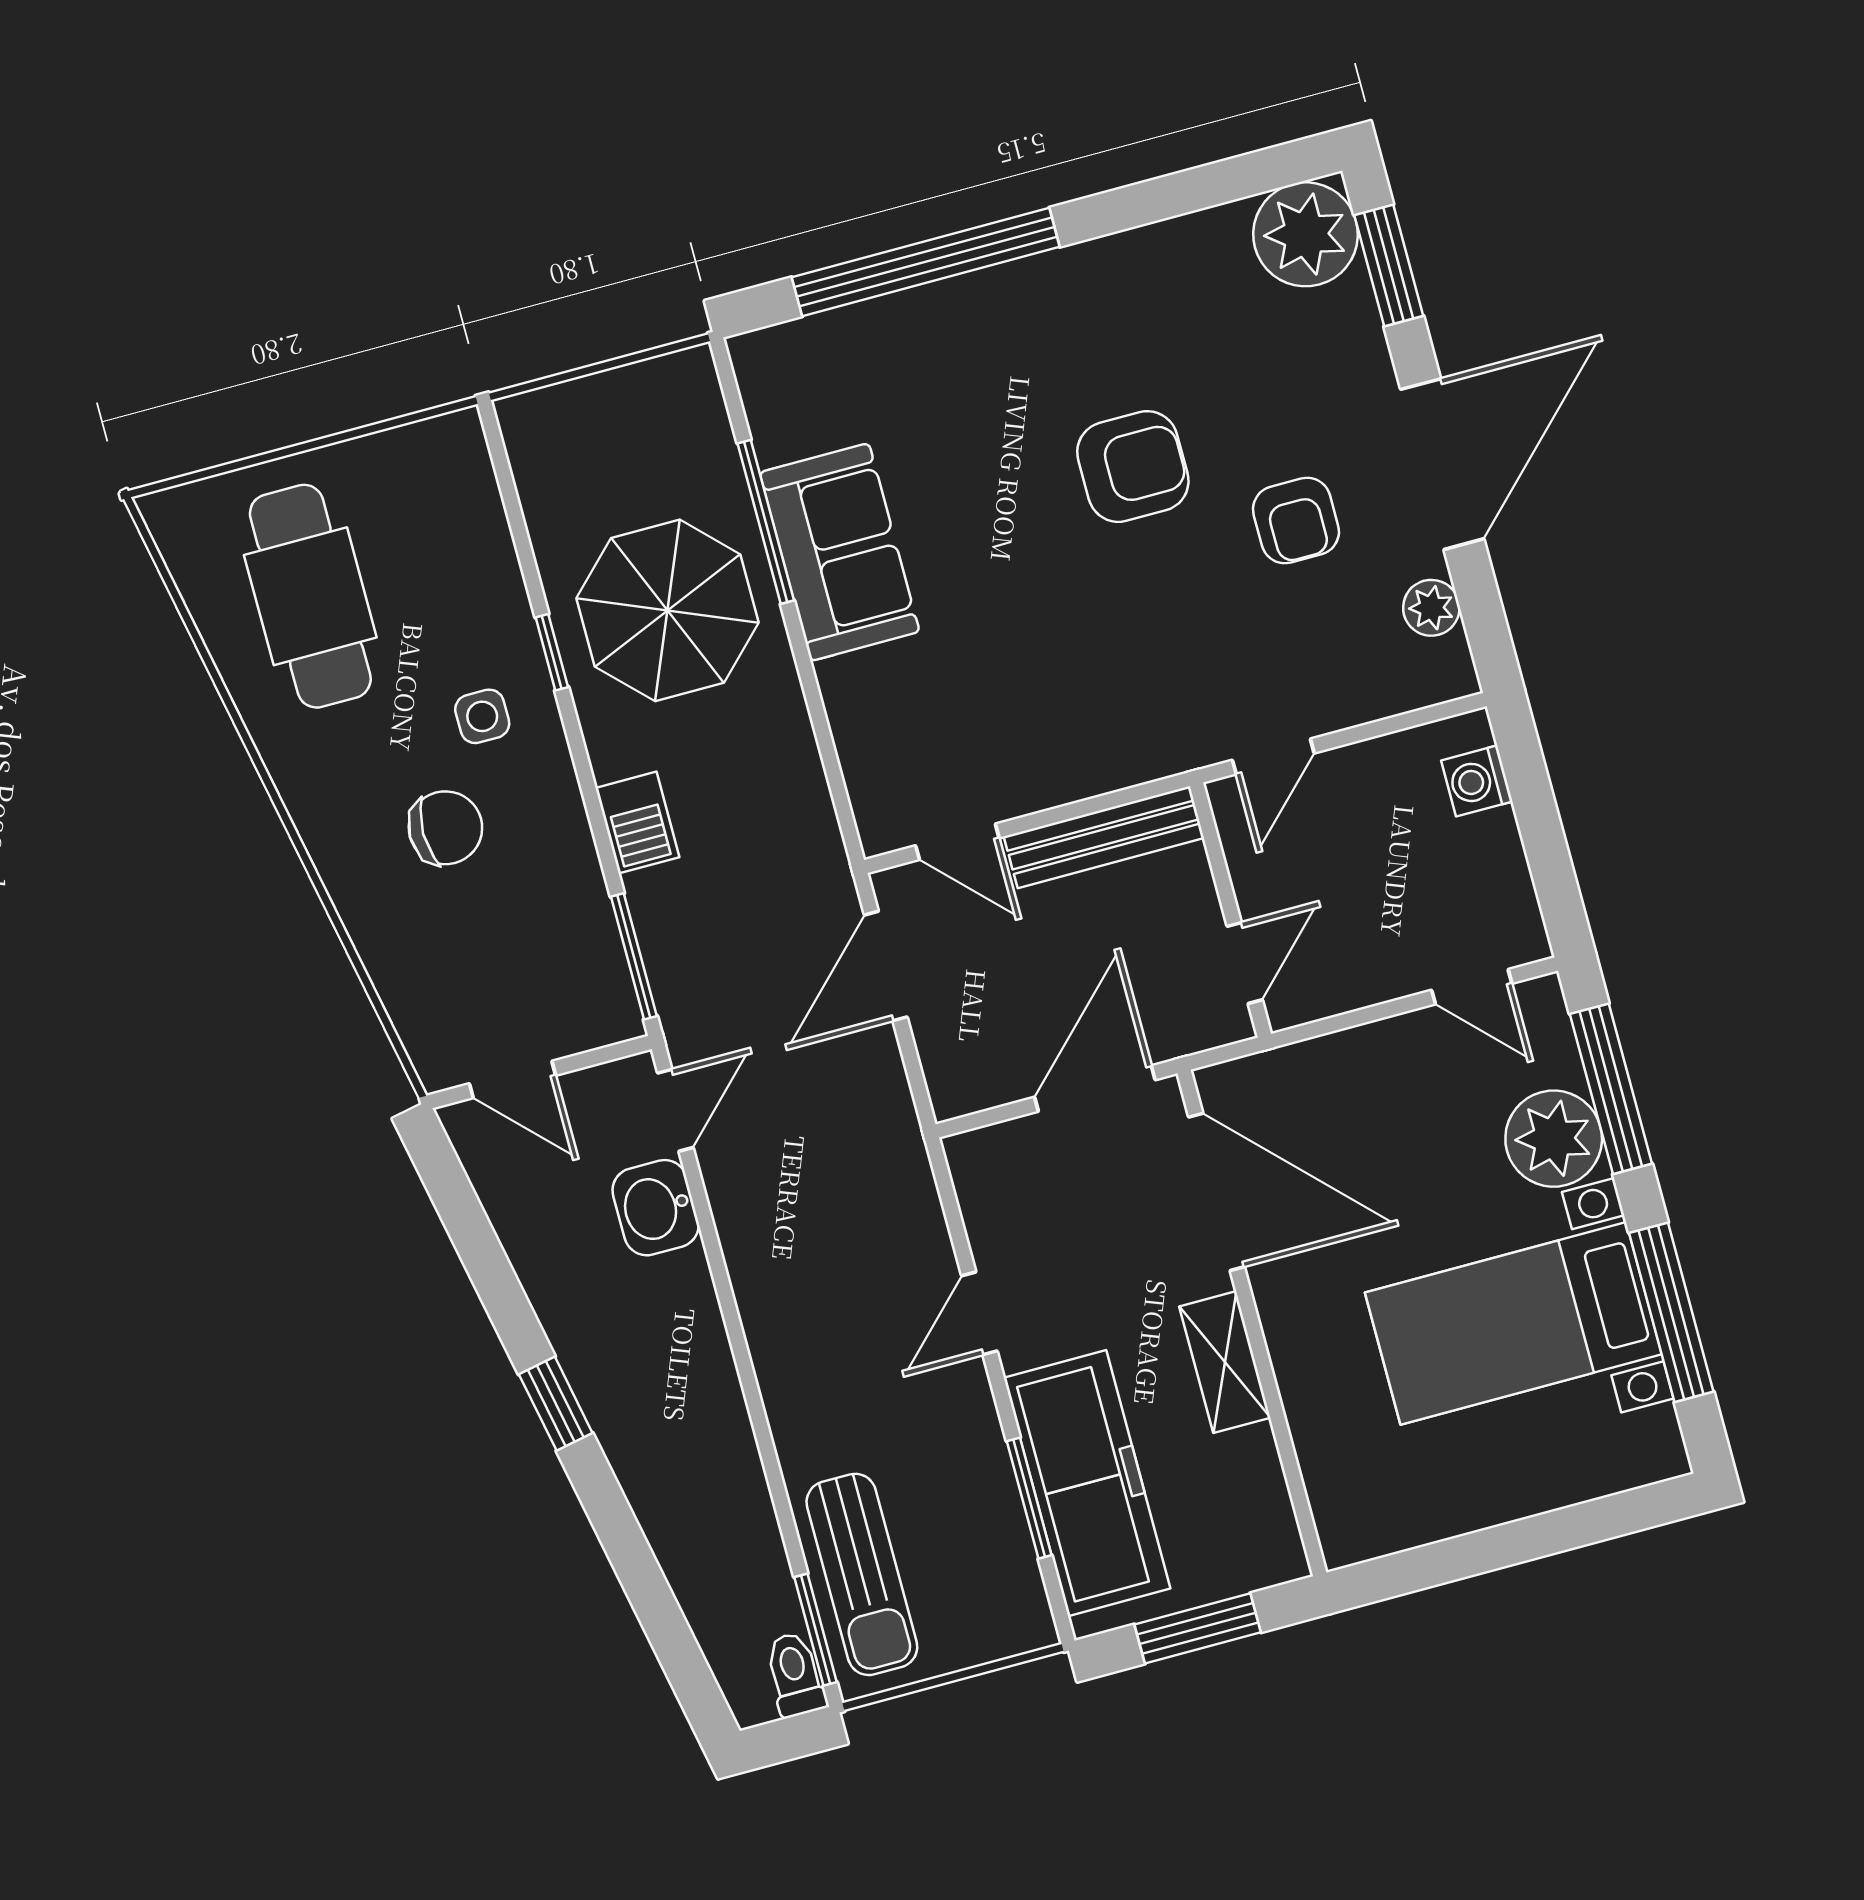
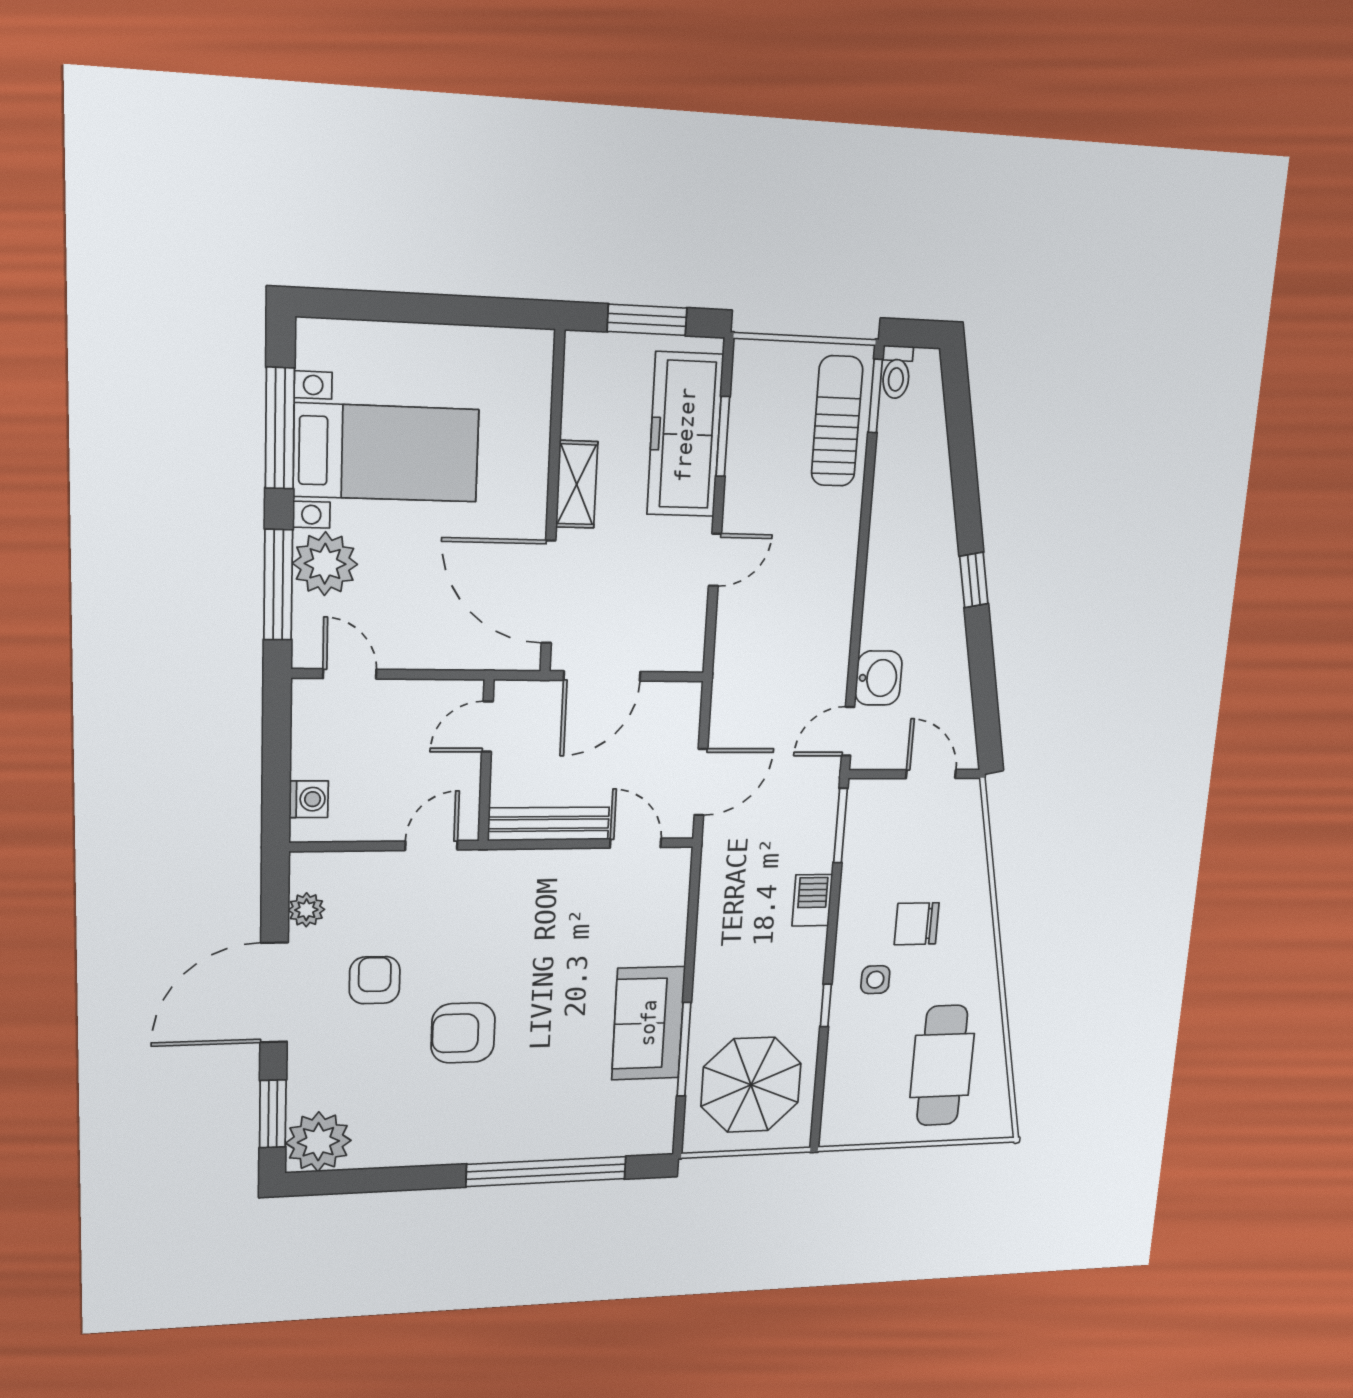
parasol: (667, 610) -> (751, 1085), moved

